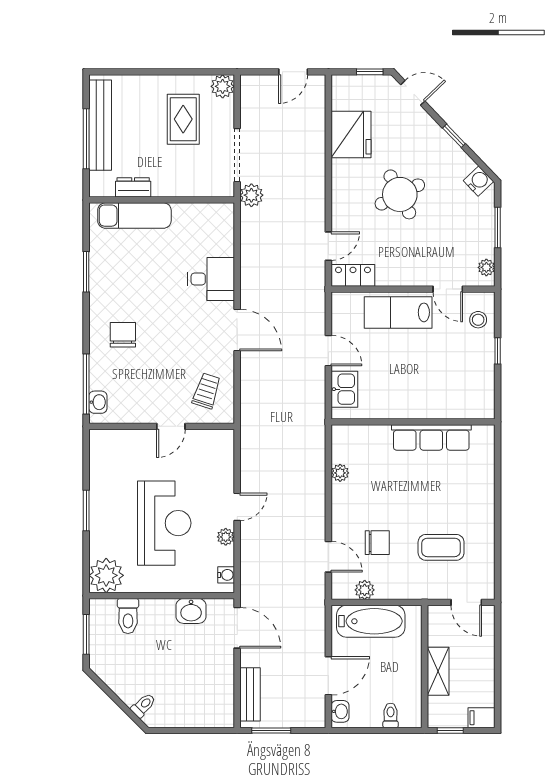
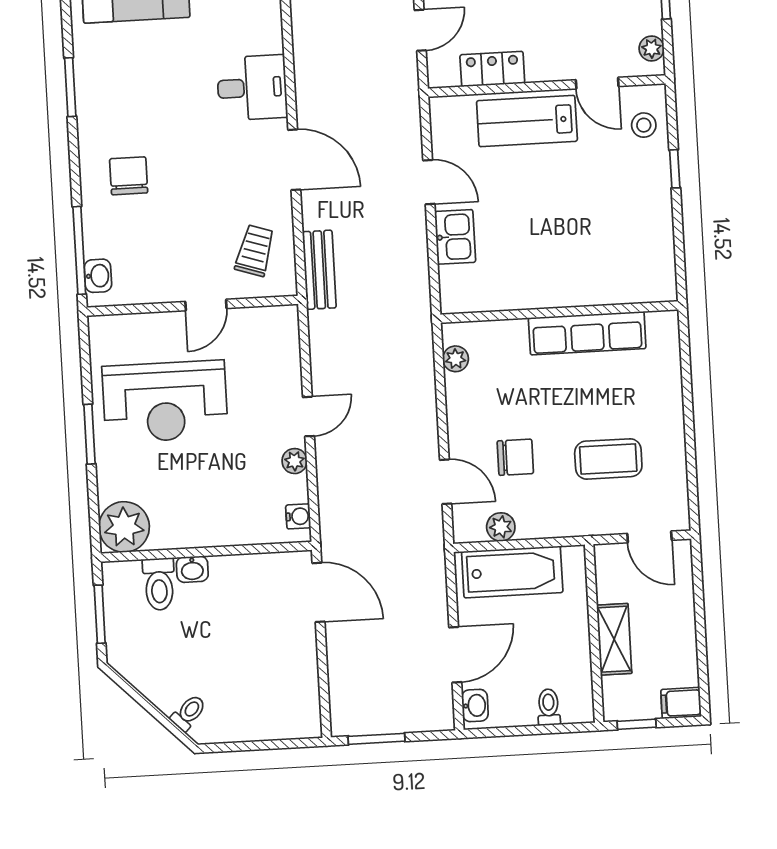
locker: (353, 275) -> (492, 69), moved
wall: (413, 422) -> (559, 312), moved
row of seats: (431, 437) -> (587, 333), moved
reception desk: (164, 523) -> (165, 402), moved, turned 90
washbasin: (191, 611) -> (192, 569), moved, width x0.72, depth x0.69
bench: (250, 694) -> (319, 270), moved

